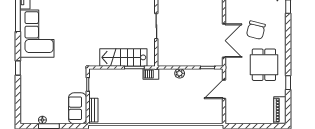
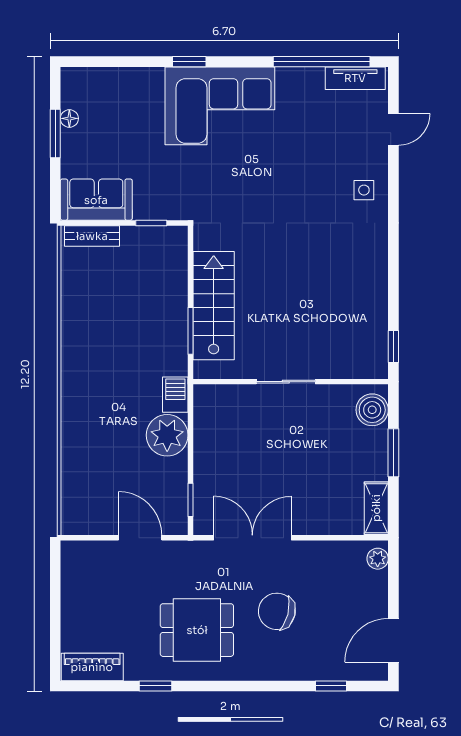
corner sofa: (37, 34) -> (220, 106), moved
double door: (224, 41) -> (252, 538), swing flipped
plant: (180, 73) -> (167, 435), width x1.88, depth x1.88
barbecue: (151, 74) -> (175, 395), moved

